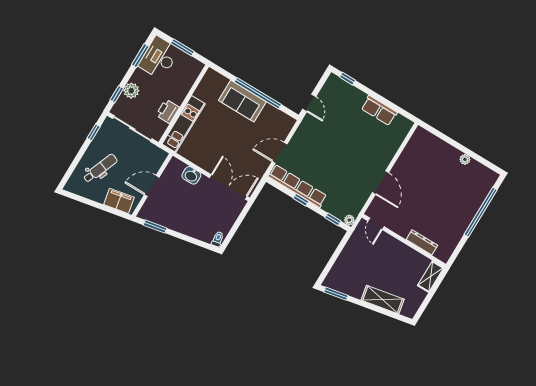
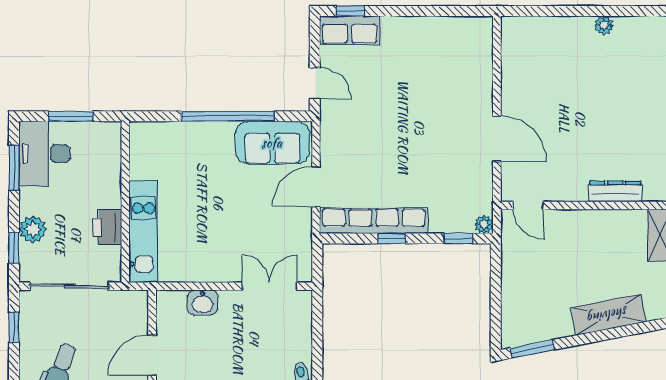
sofa: (242, 101) -> (272, 143), moved
row of seats: (379, 111) -> (350, 30), moved
double door: (228, 187) -> (270, 286), width x0.73

